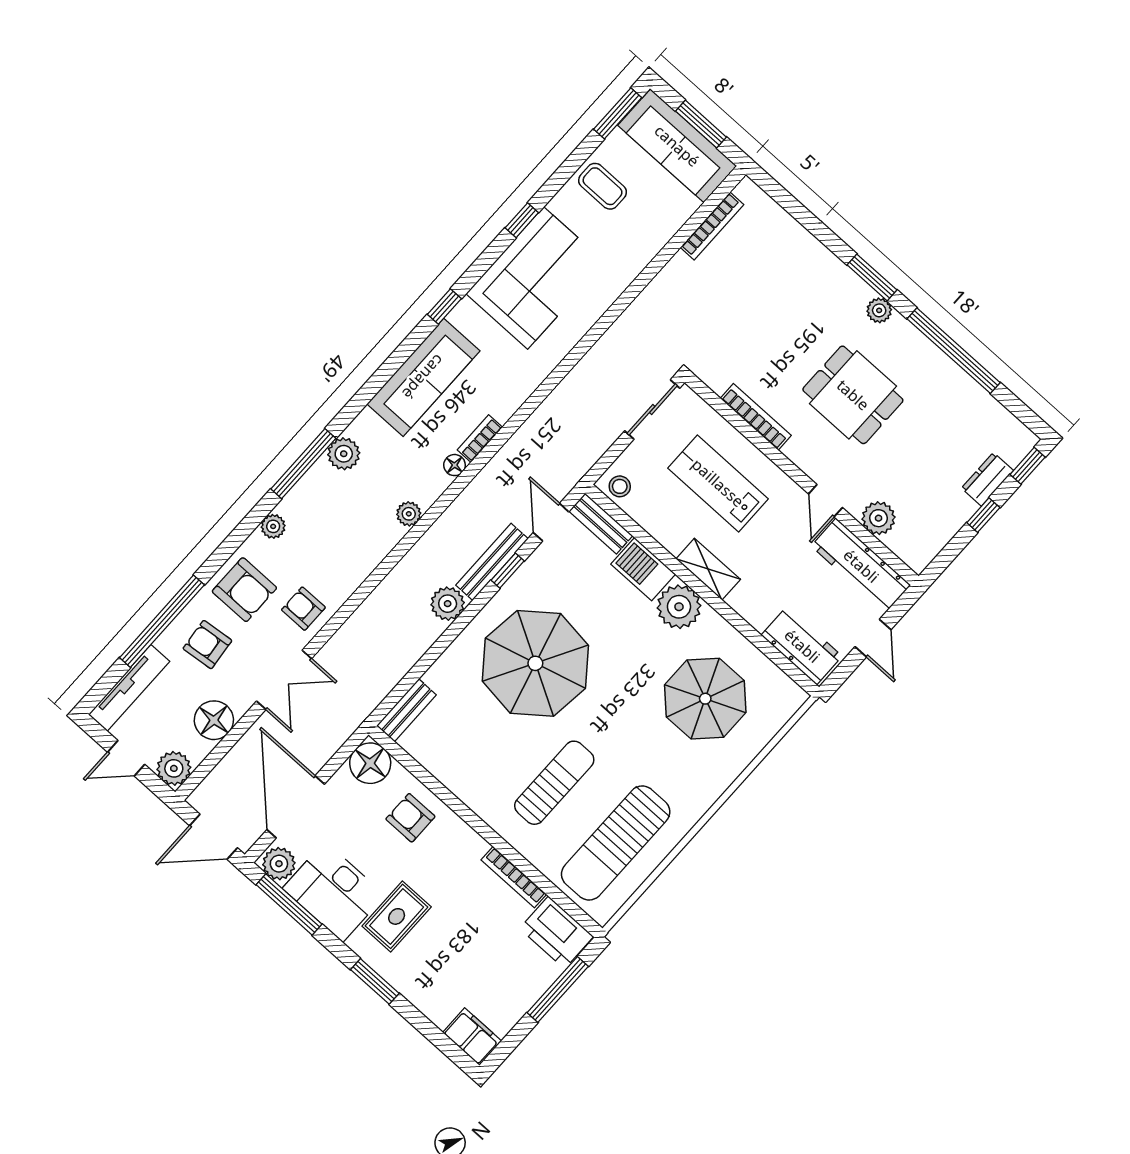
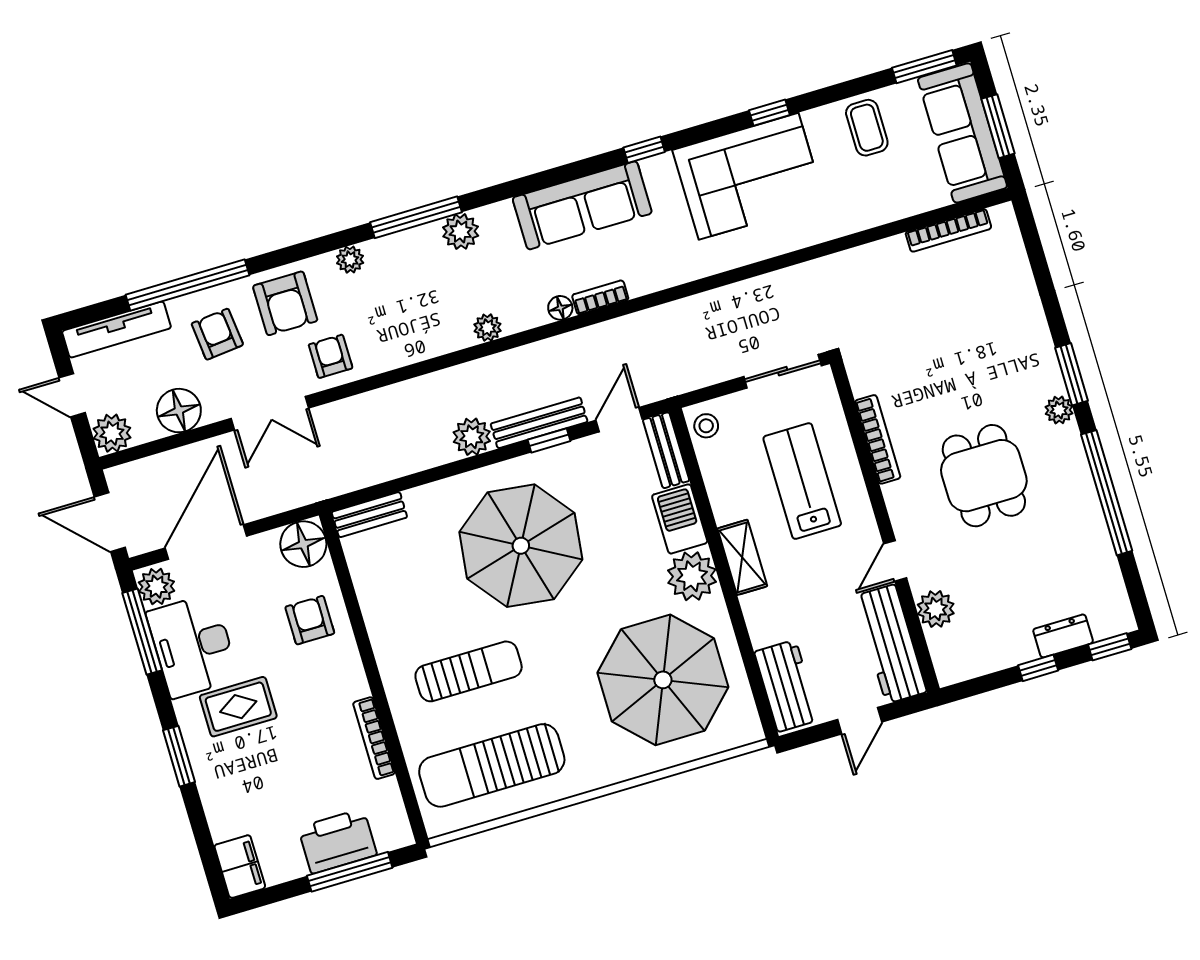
parasol: (705, 699) -> (663, 680), width x1.36, depth x1.36
printer: (556, 932) -> (338, 841), moved, turned 90

